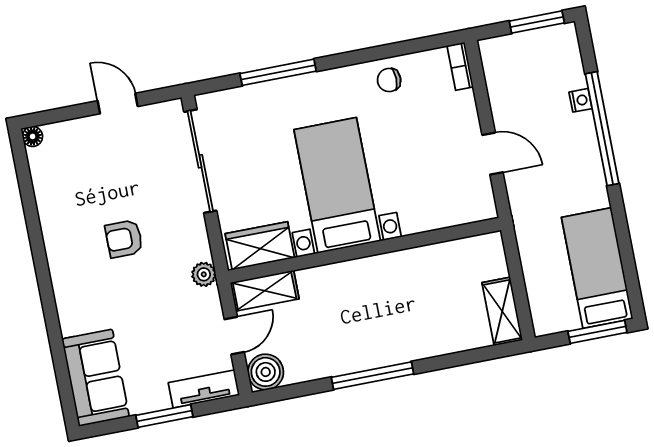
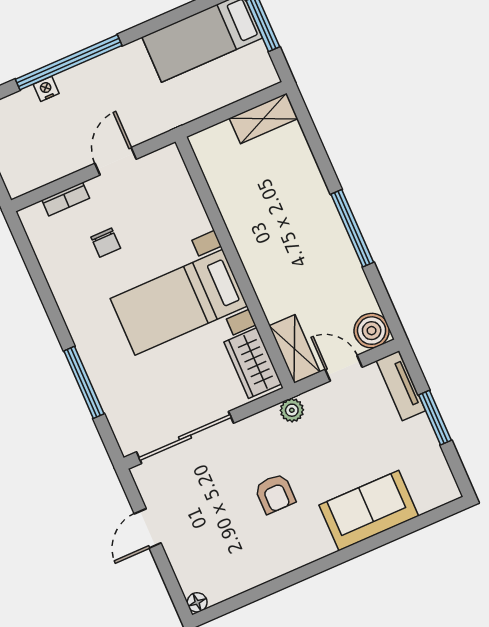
bookcase: (460, 66) -> (66, 199), moved
chair: (389, 80) -> (106, 243), moved
sofa: (96, 378) -> (369, 511), moved

